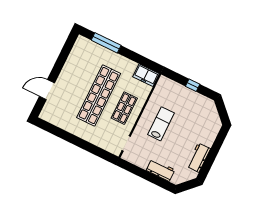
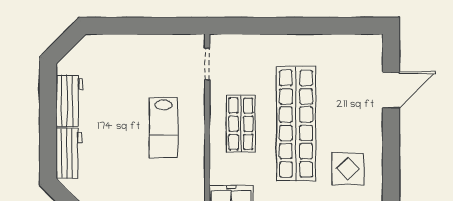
display table: (85, 63) -> (348, 169), added
workbench: (161, 170) -> (69, 153), moved, turned -90

